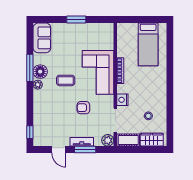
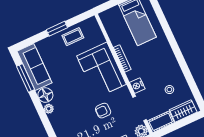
sofa: (42, 38) -> (34, 67), width x1.36
window: (30, 68) -> (25, 78), moved
coffee table: (66, 80) -> (73, 37), moved

